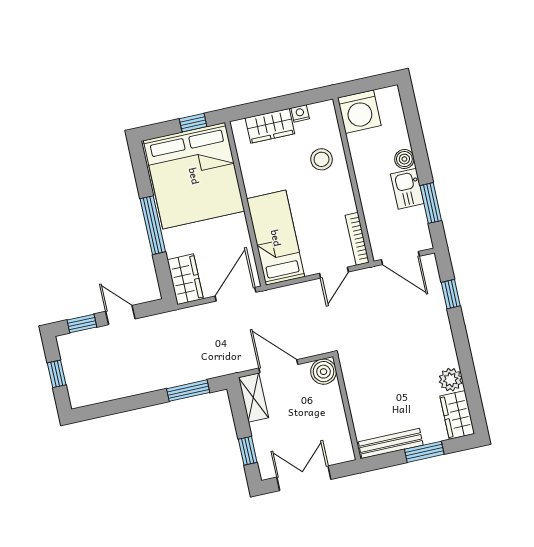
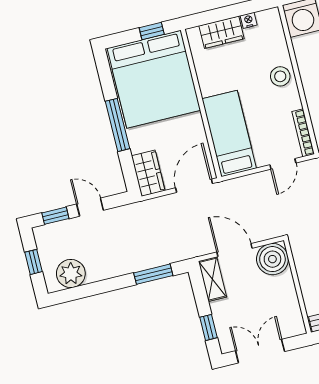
stool: (322, 159) -> (280, 76), moved
boiler: (324, 372) -> (272, 259), width x1.37, depth x1.37
plant: (97, 388) -> (71, 274), added

